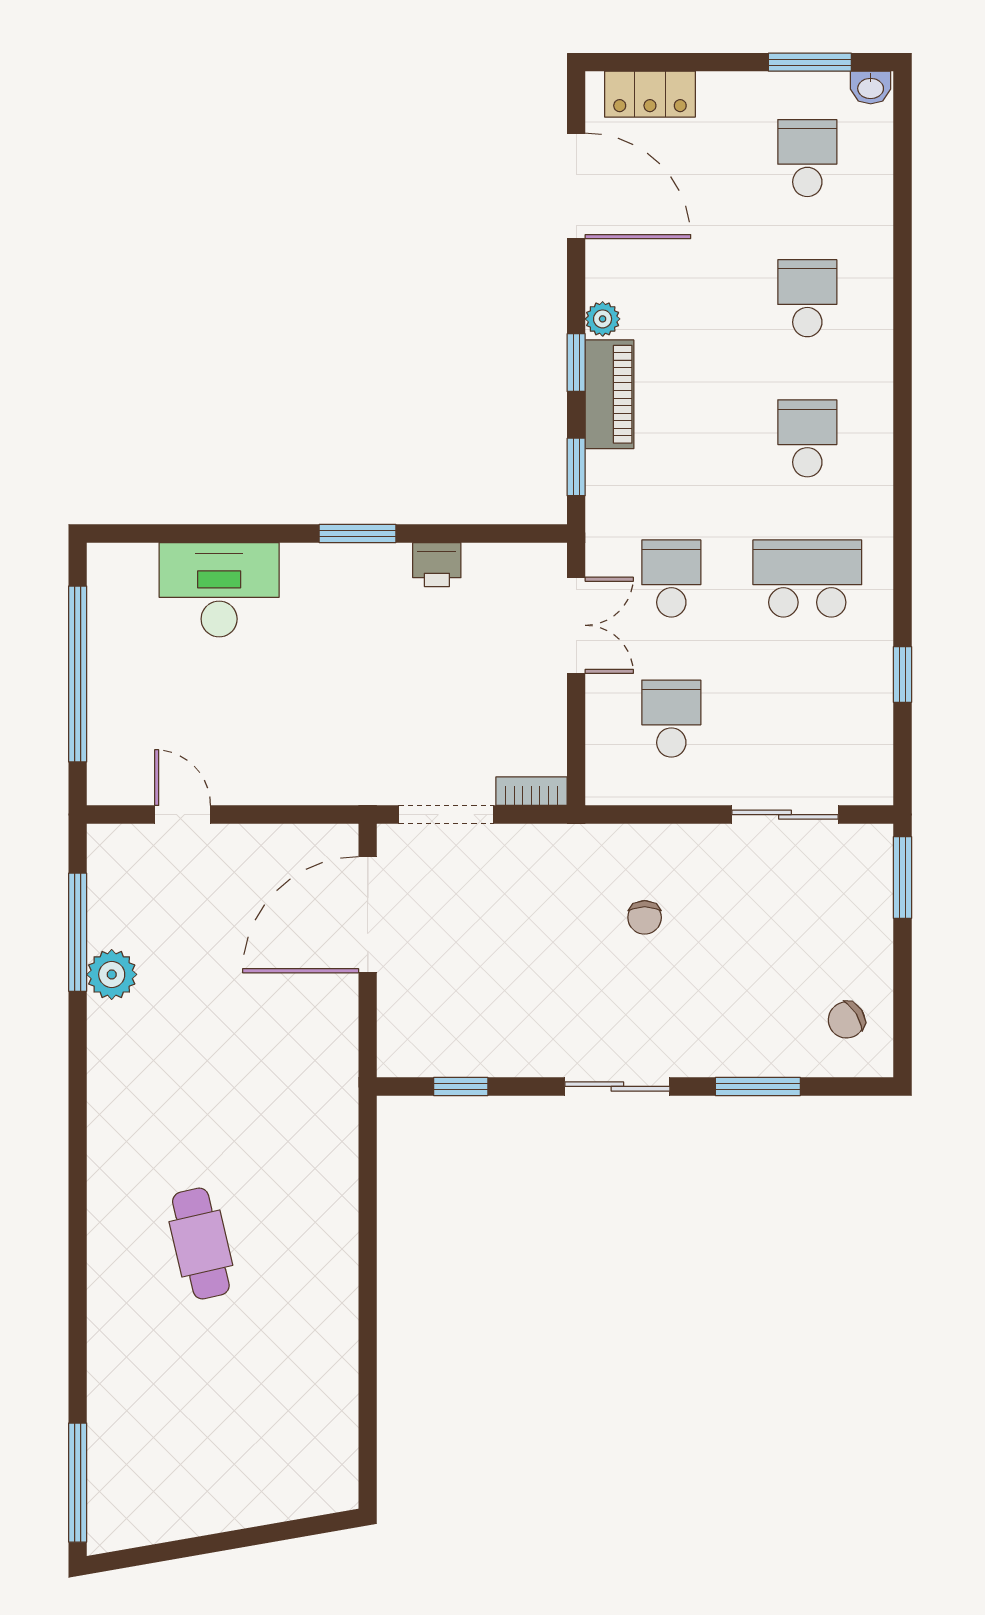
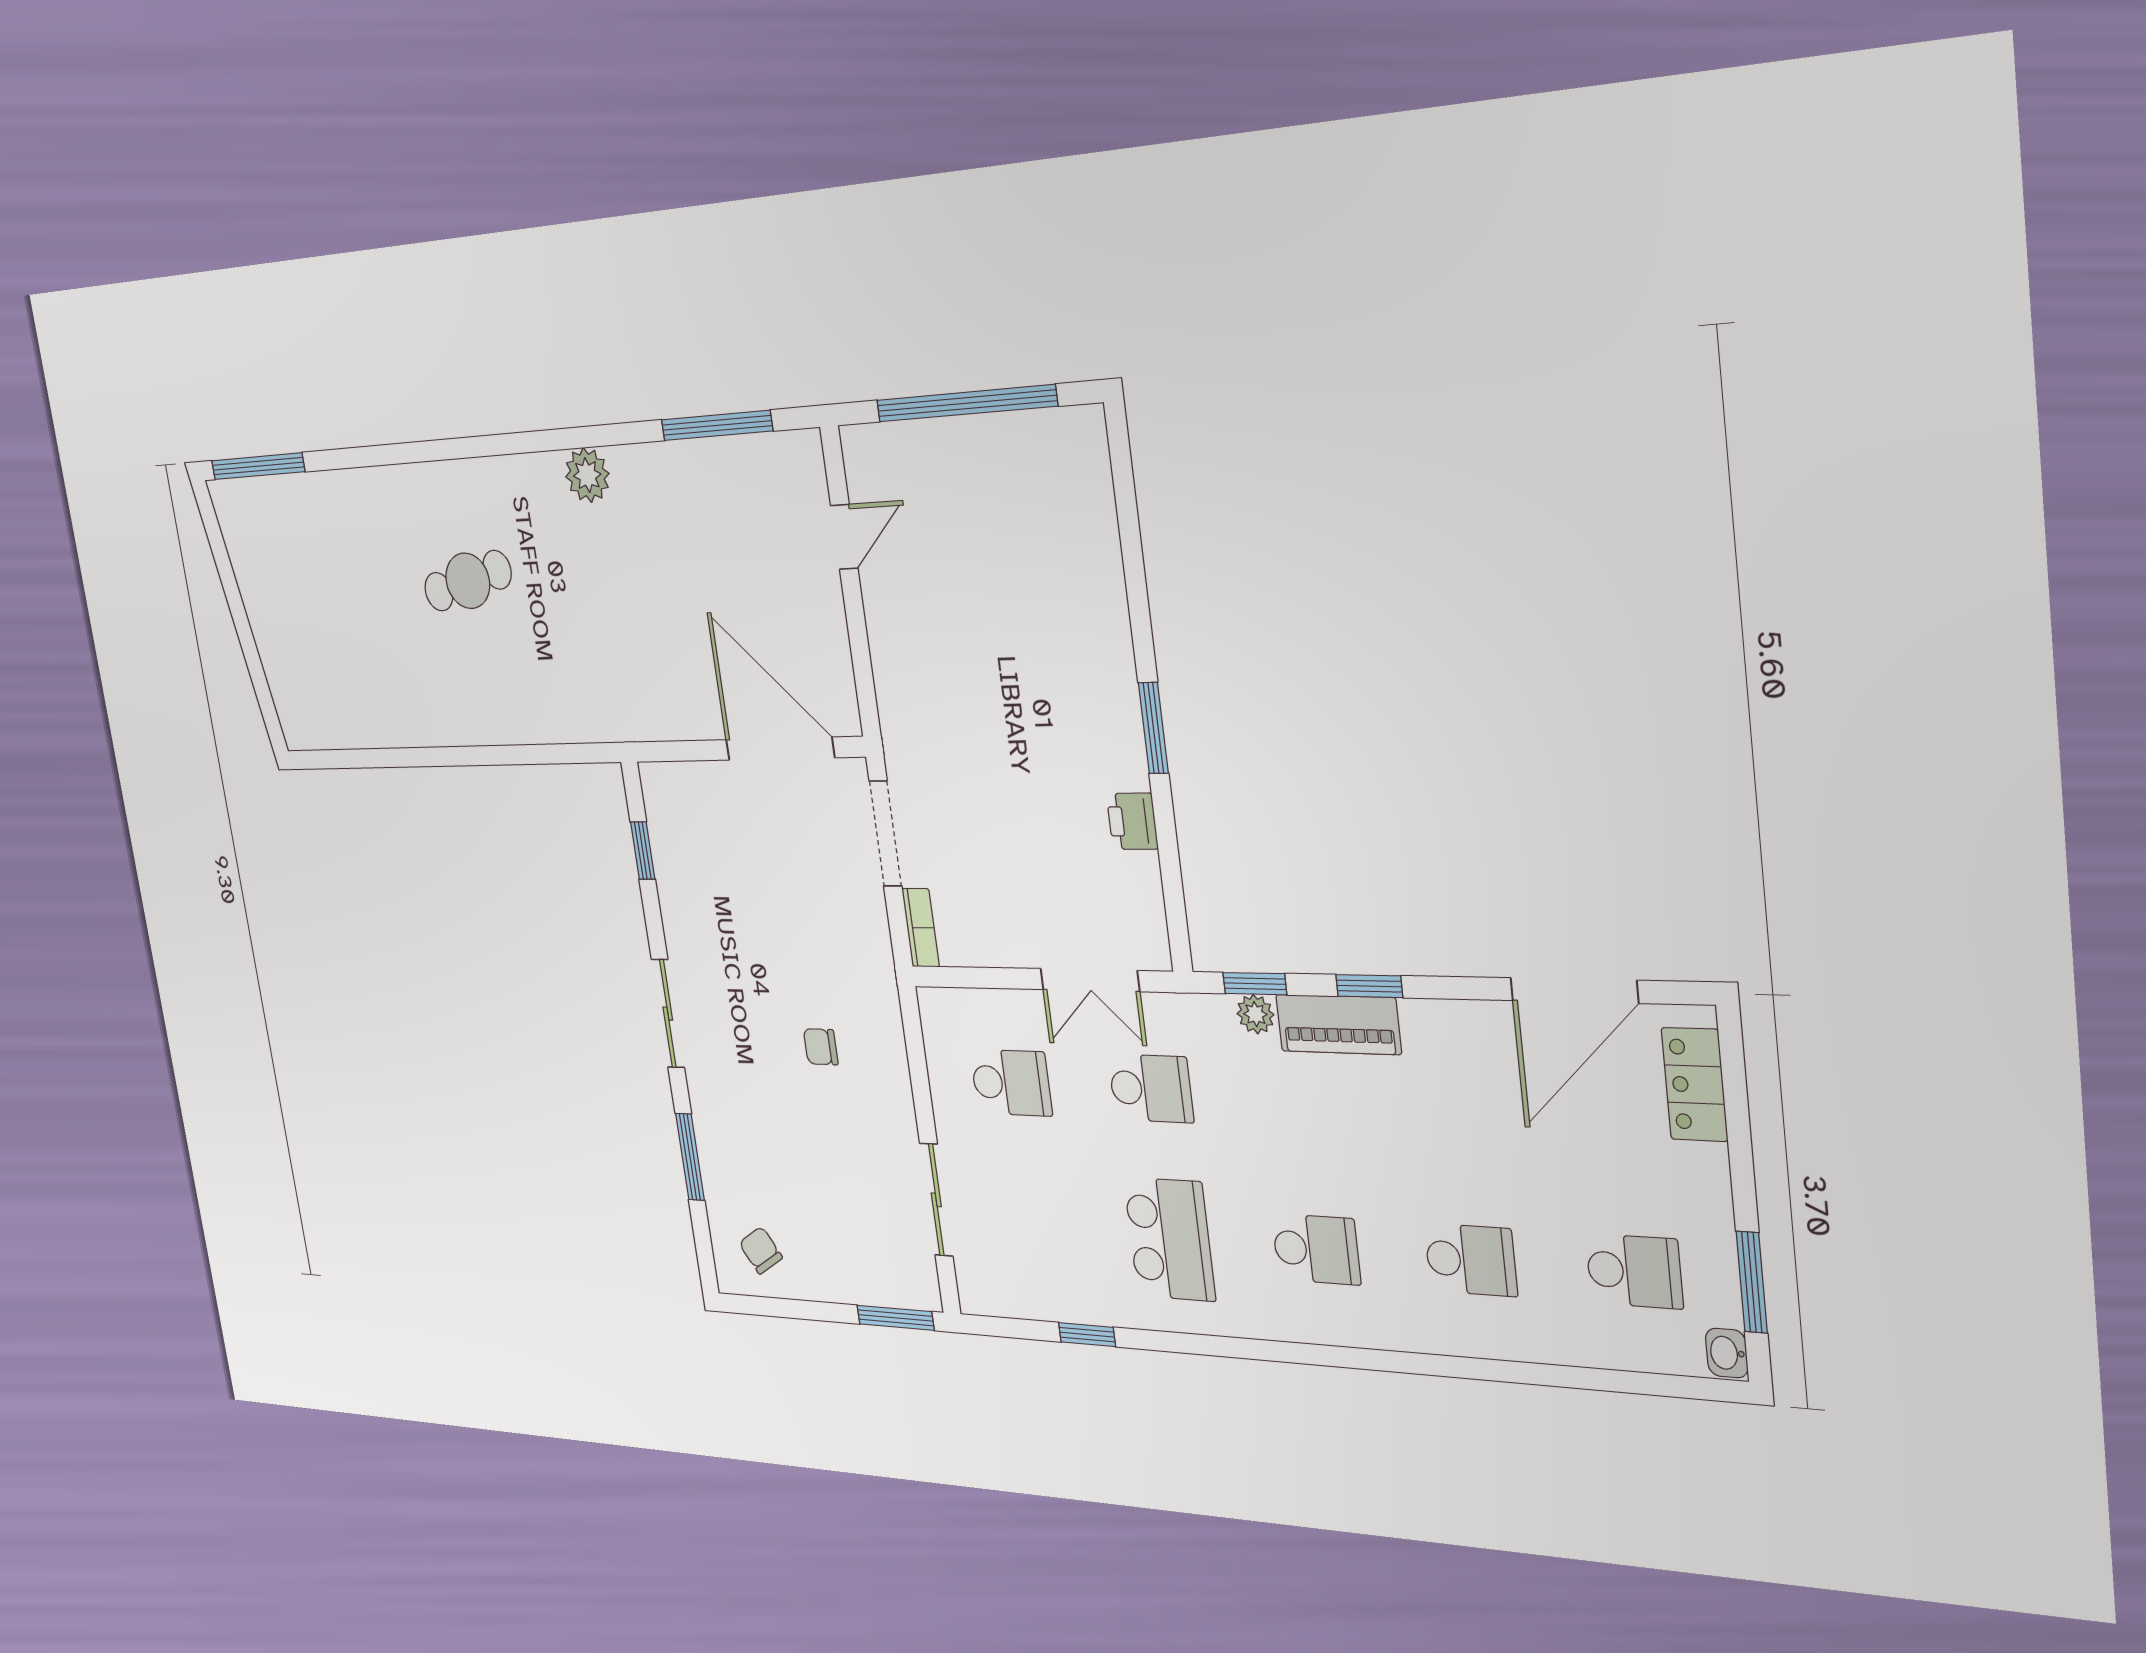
plant: (603, 319) -> (1255, 1014), moved
desk: (219, 590) -> (1074, 566), removed
plant: (112, 974) -> (587, 475), moved

